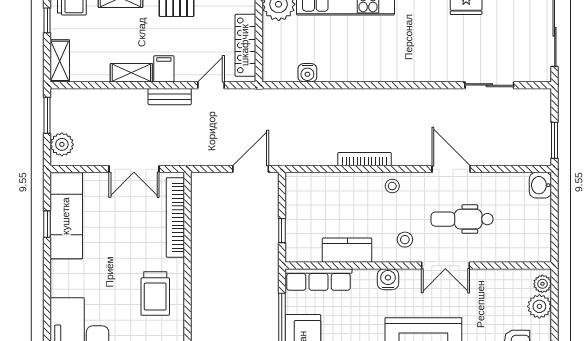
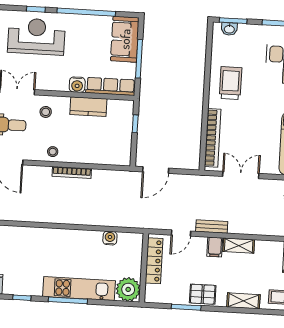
water cooler: (388, 279) -> (77, 85), moved

